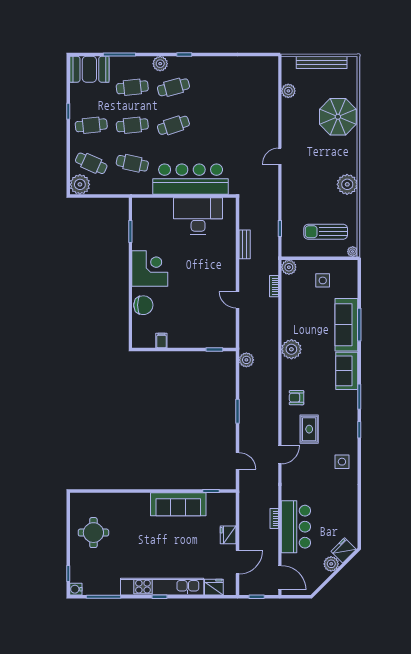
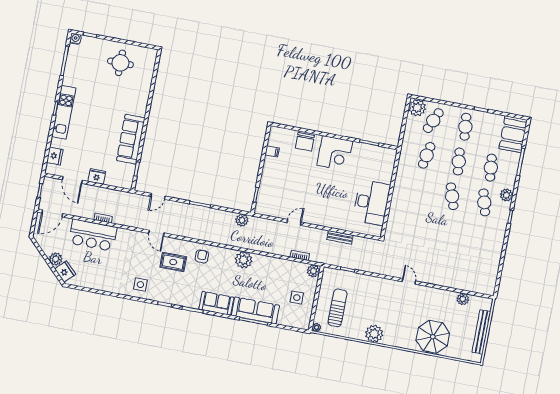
bar counter: (191, 179) -> (404, 202), removed
kitchen unit: (162, 587) -> (64, 112), width x0.73

